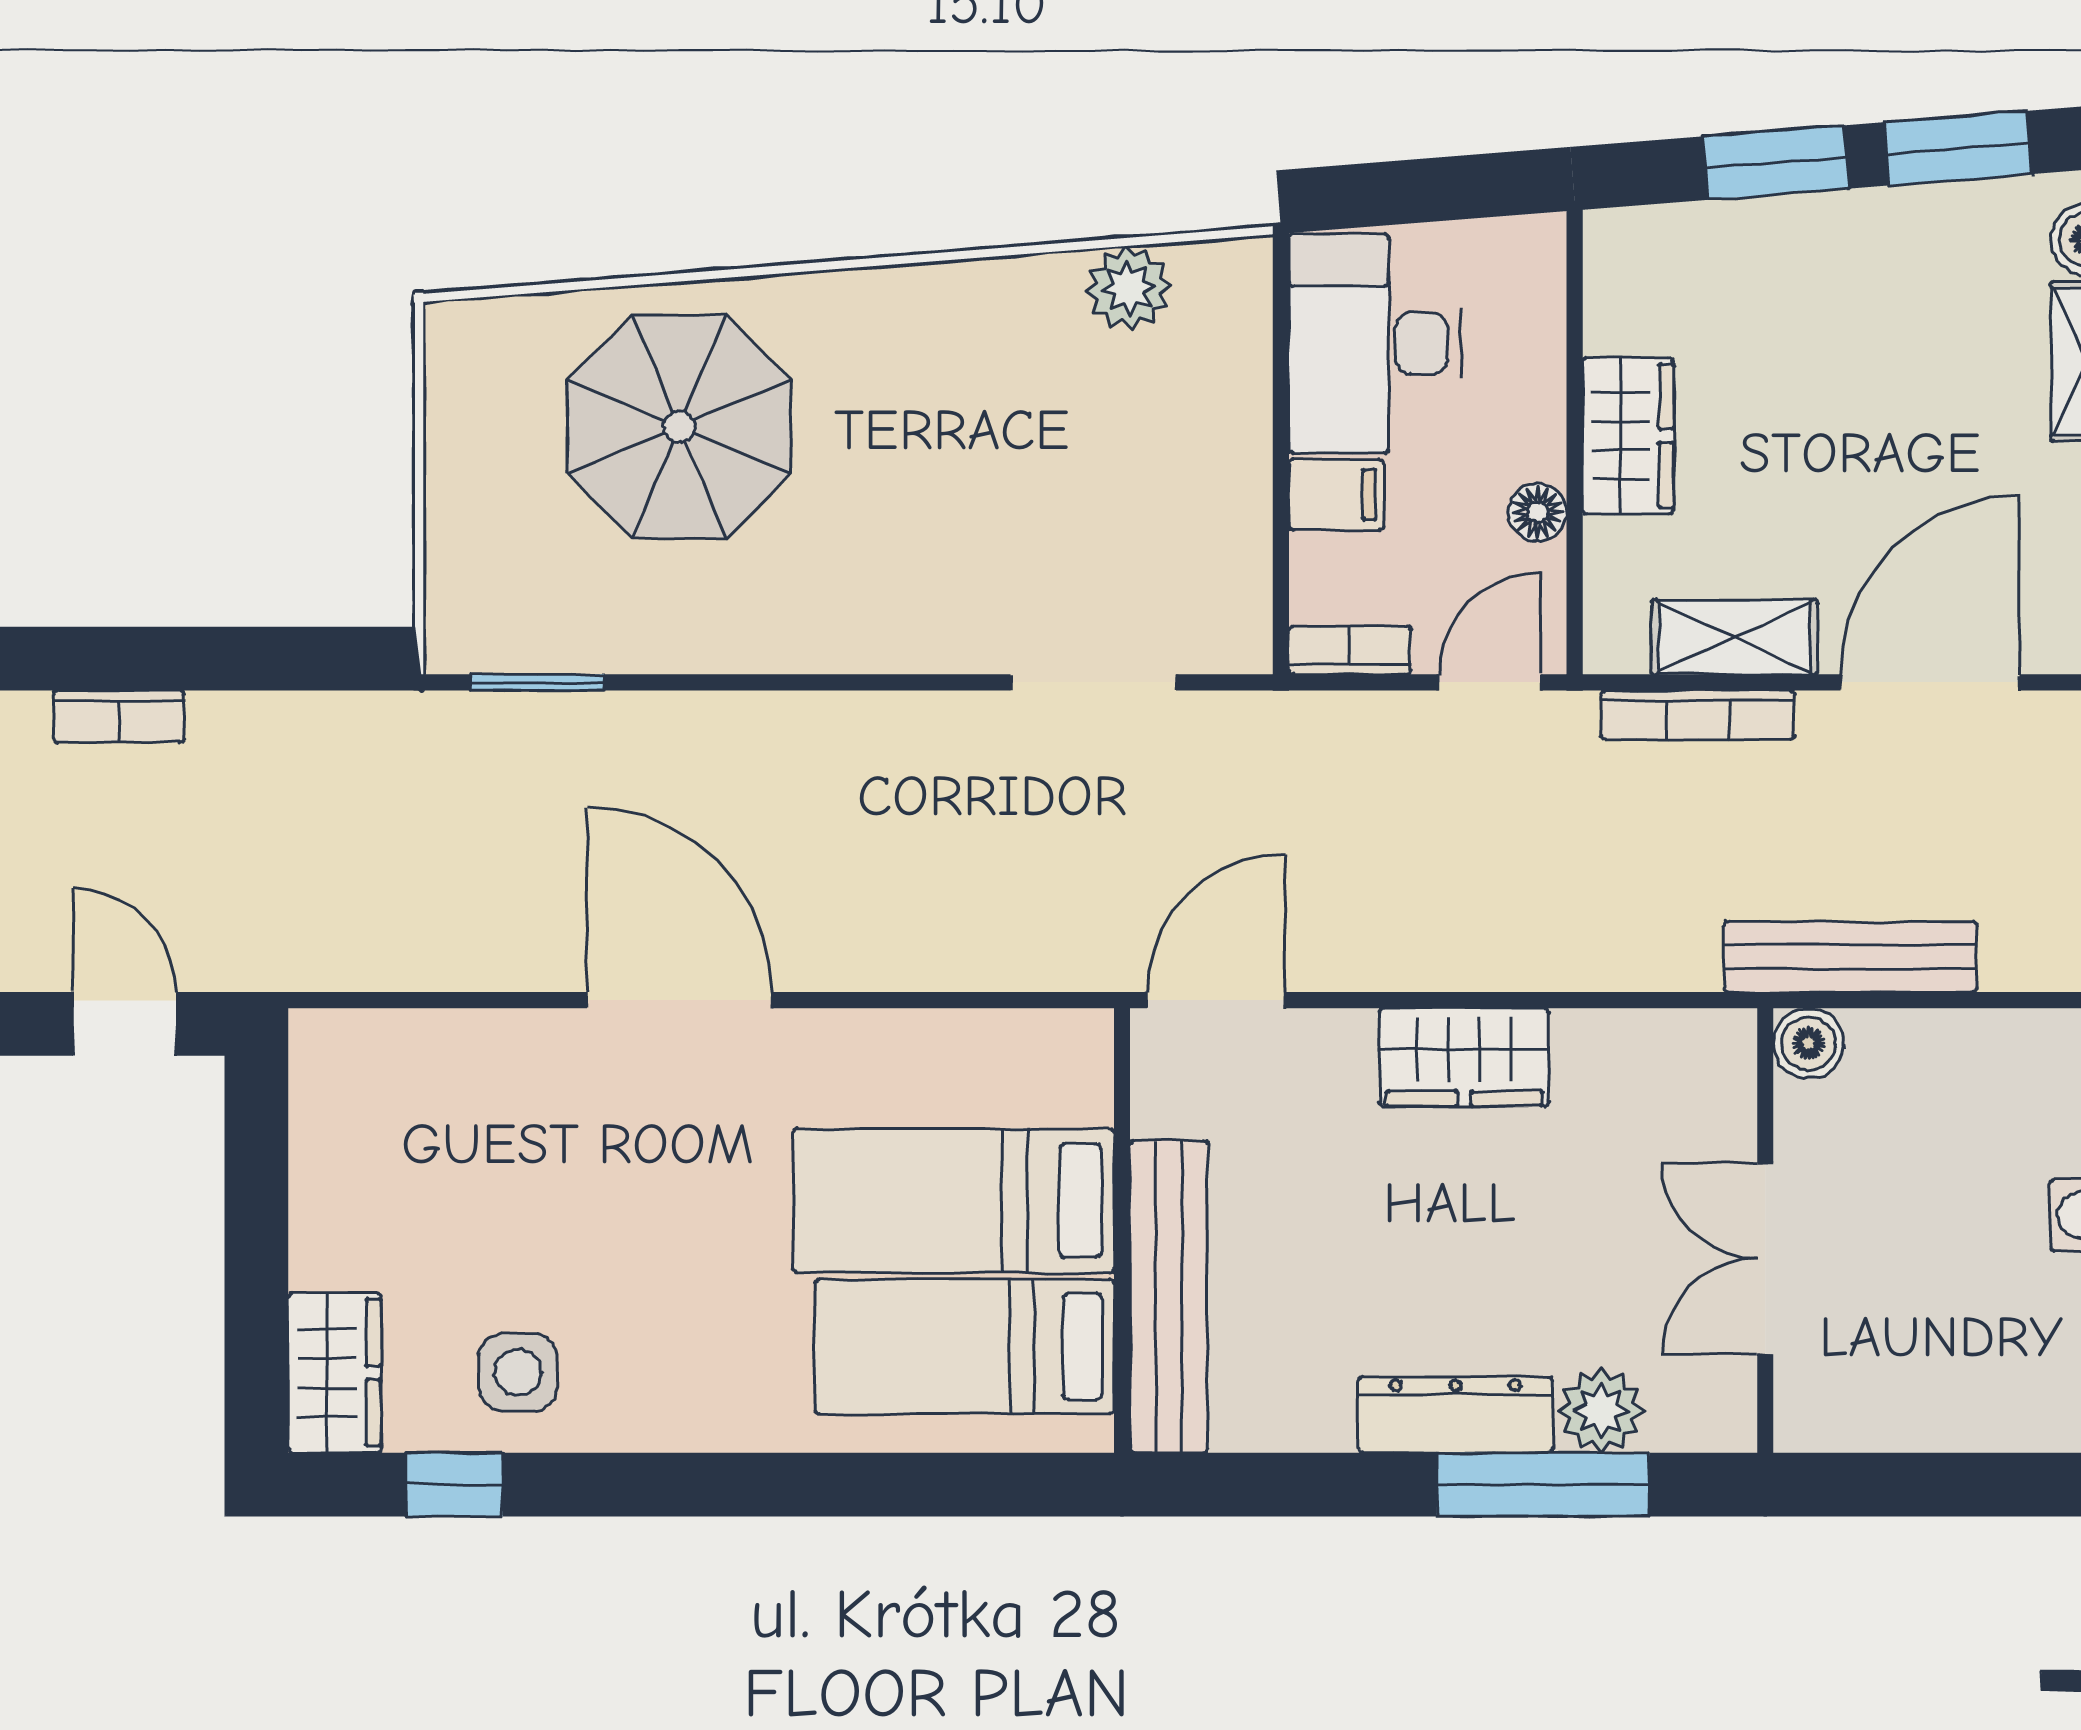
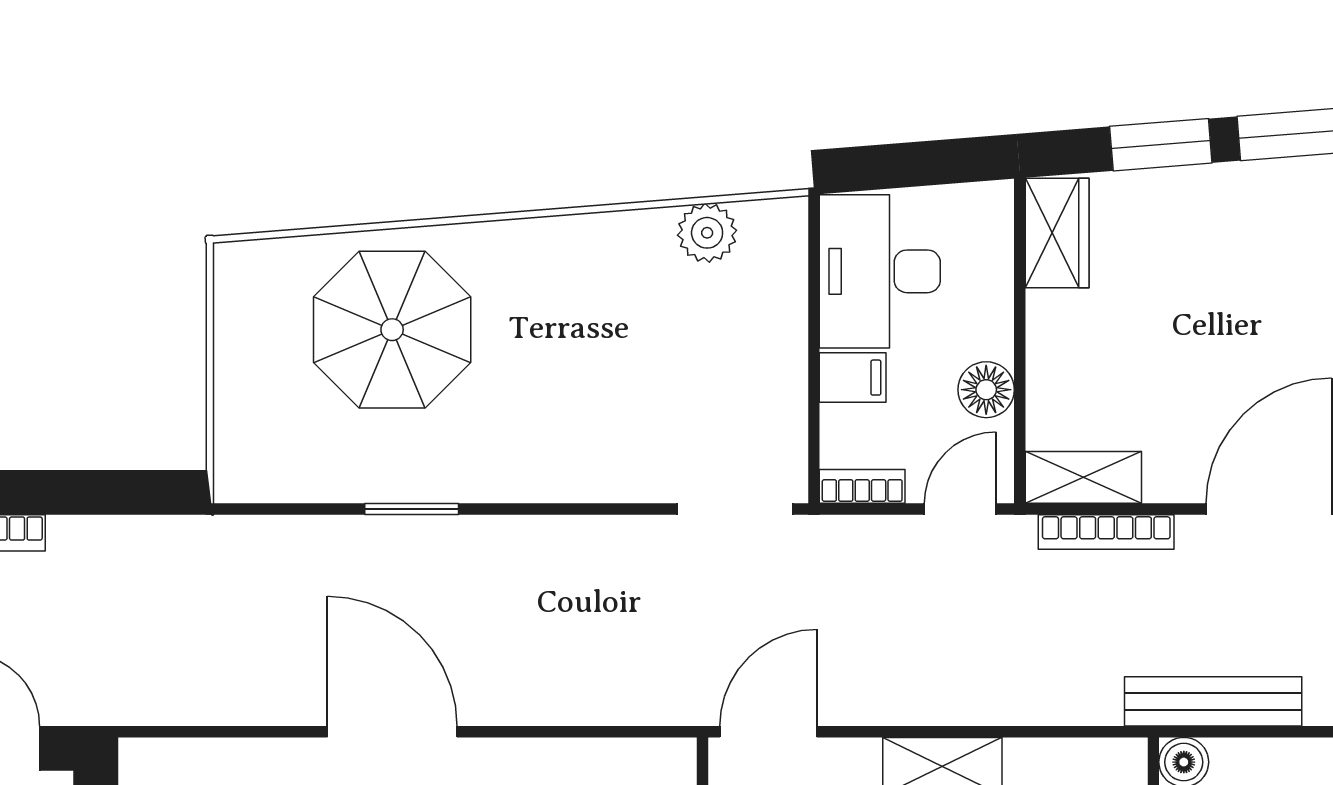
wardrobe: (1628, 436) -> (1057, 233), moved
floor lamp: (1538, 512) -> (986, 390), width x1.37, depth x1.37
shelving: (1734, 637) -> (1083, 477), moved
window: (537, 682) -> (412, 509), moved
doorway: (1093, 682) -> (735, 509), moved

